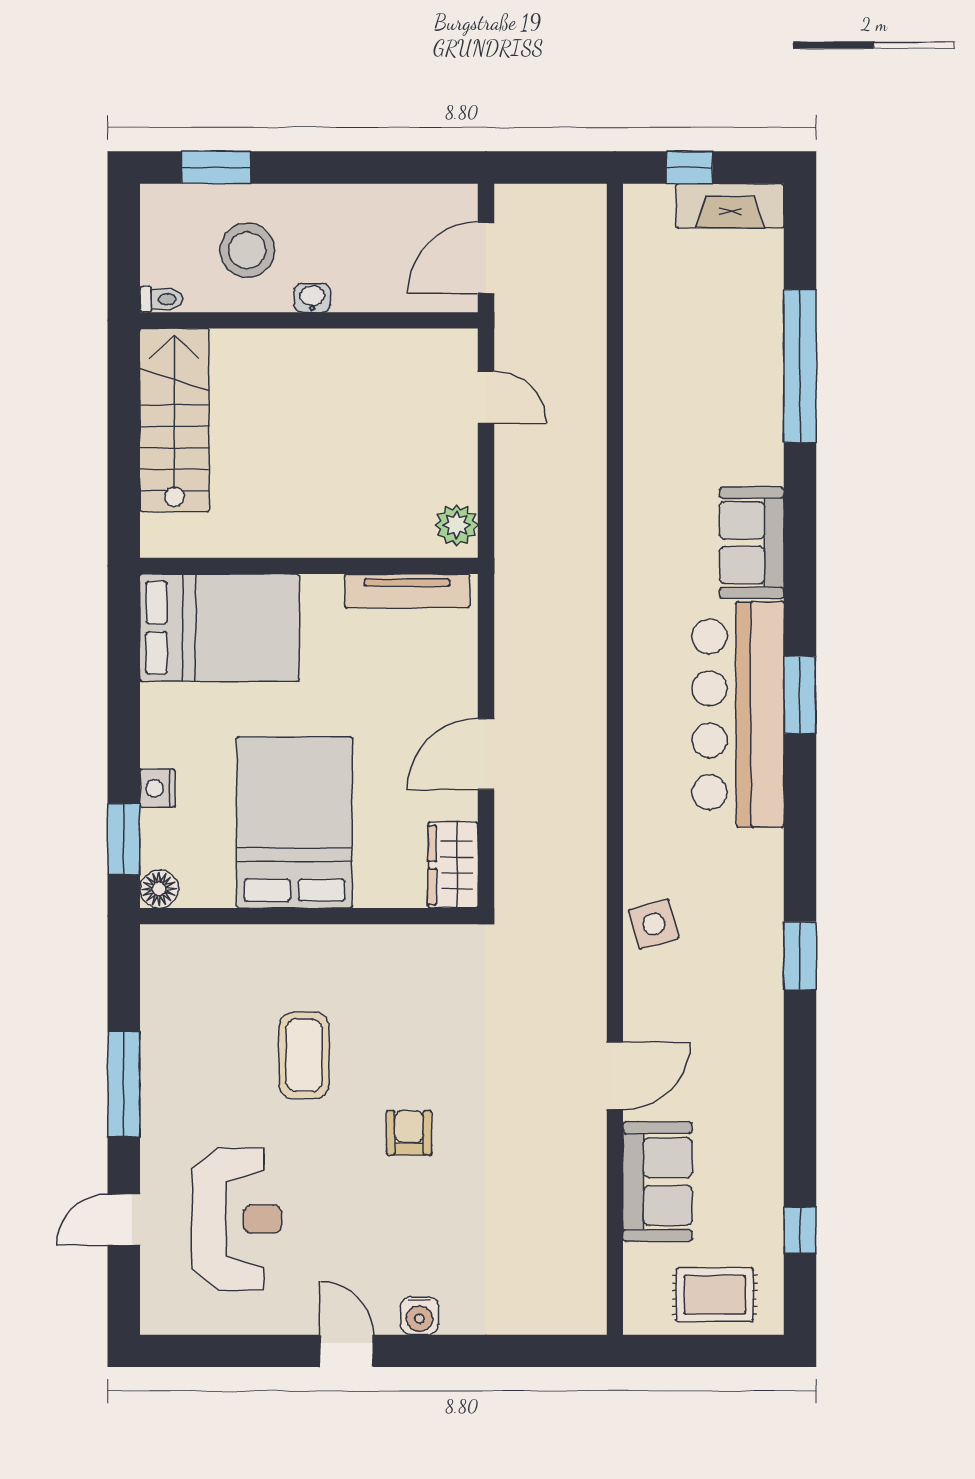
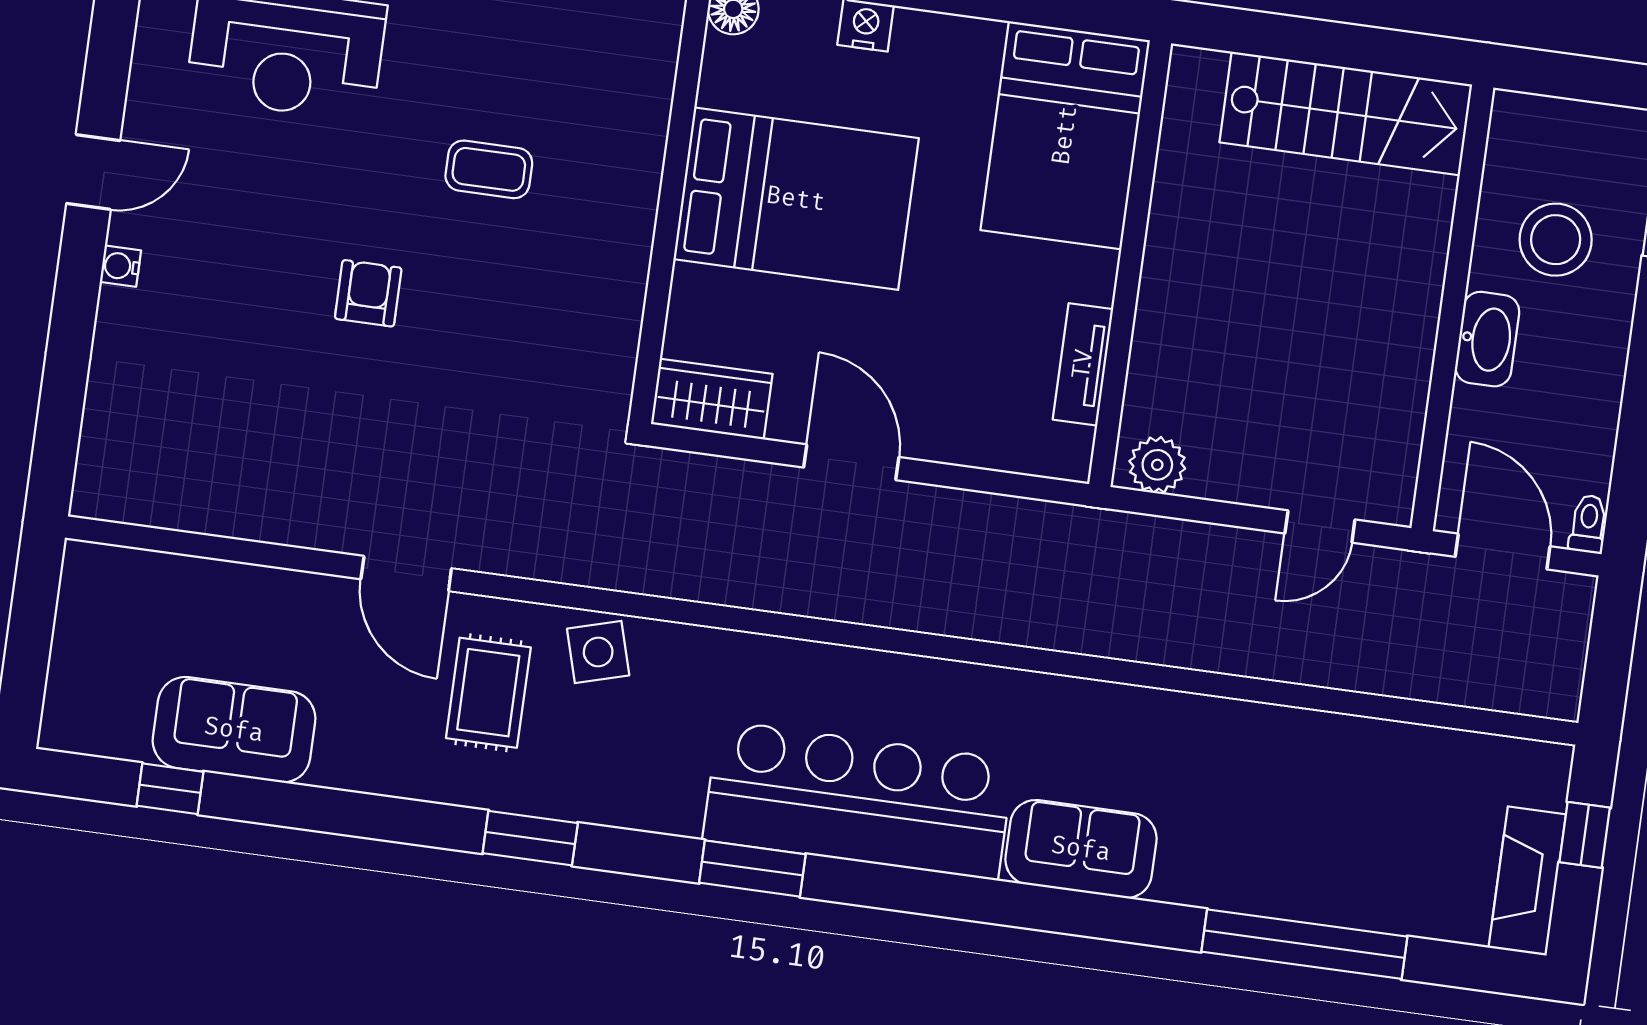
washbasin: (312, 298) -> (1487, 339), width x1.91, depth x1.45
toilet: (161, 299) -> (1588, 524), moved, turned 180
tv unit: (407, 591) -> (1083, 364), width x0.71
window: (800, 695) -> (752, 869), moved
coffee table: (304, 1055) -> (489, 169), width x0.73, depth x0.77
armchair: (409, 1133) -> (368, 293), turned -90
sofa: (657, 1181) -> (234, 730), moved, turned 180
rug: (715, 1295) -> (488, 693), moved
water cooler: (419, 1316) -> (120, 266), width x0.72, depth x0.72

